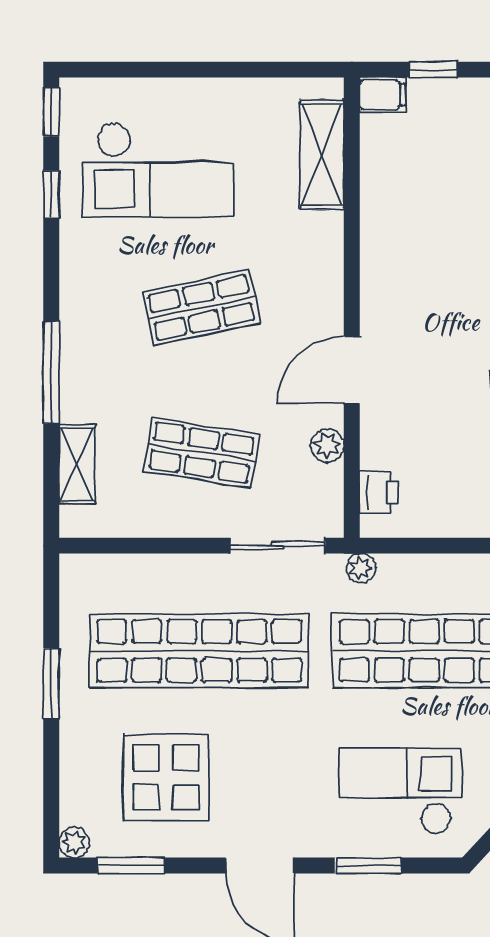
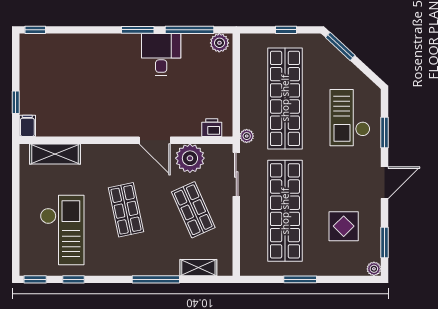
plant: (327, 446) -> (190, 158), width x1.88, depth x1.88
shop shelf: (202, 453) -> (193, 210), turned -33
display table: (166, 778) -> (344, 226), width x0.73, depth x0.73

